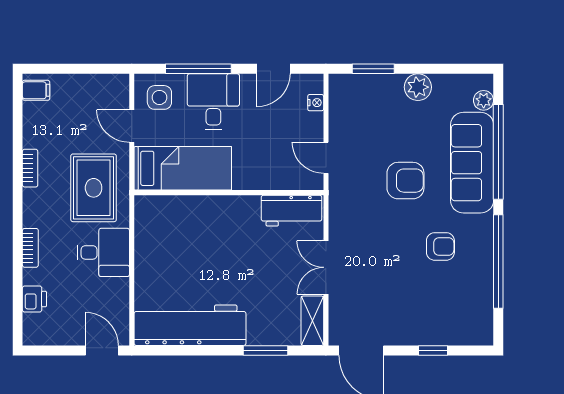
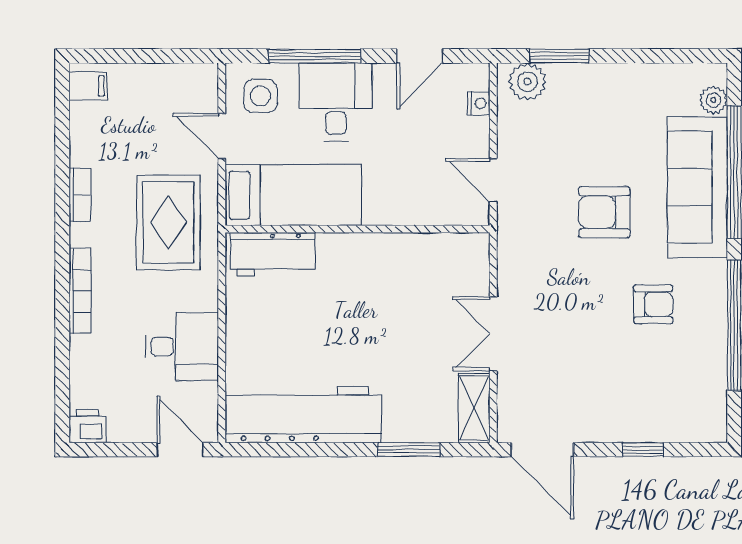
plant: (418, 87) -> (528, 82), moved
armchair: (405, 181) -> (604, 212), turned 180
workbench: (292, 211) -> (273, 254), moved
bookcase: (30, 248) -> (80, 291), width x1.56
desk: (103, 252) -> (182, 347), moved
printer: (34, 299) -> (87, 426), moved, turned -90

